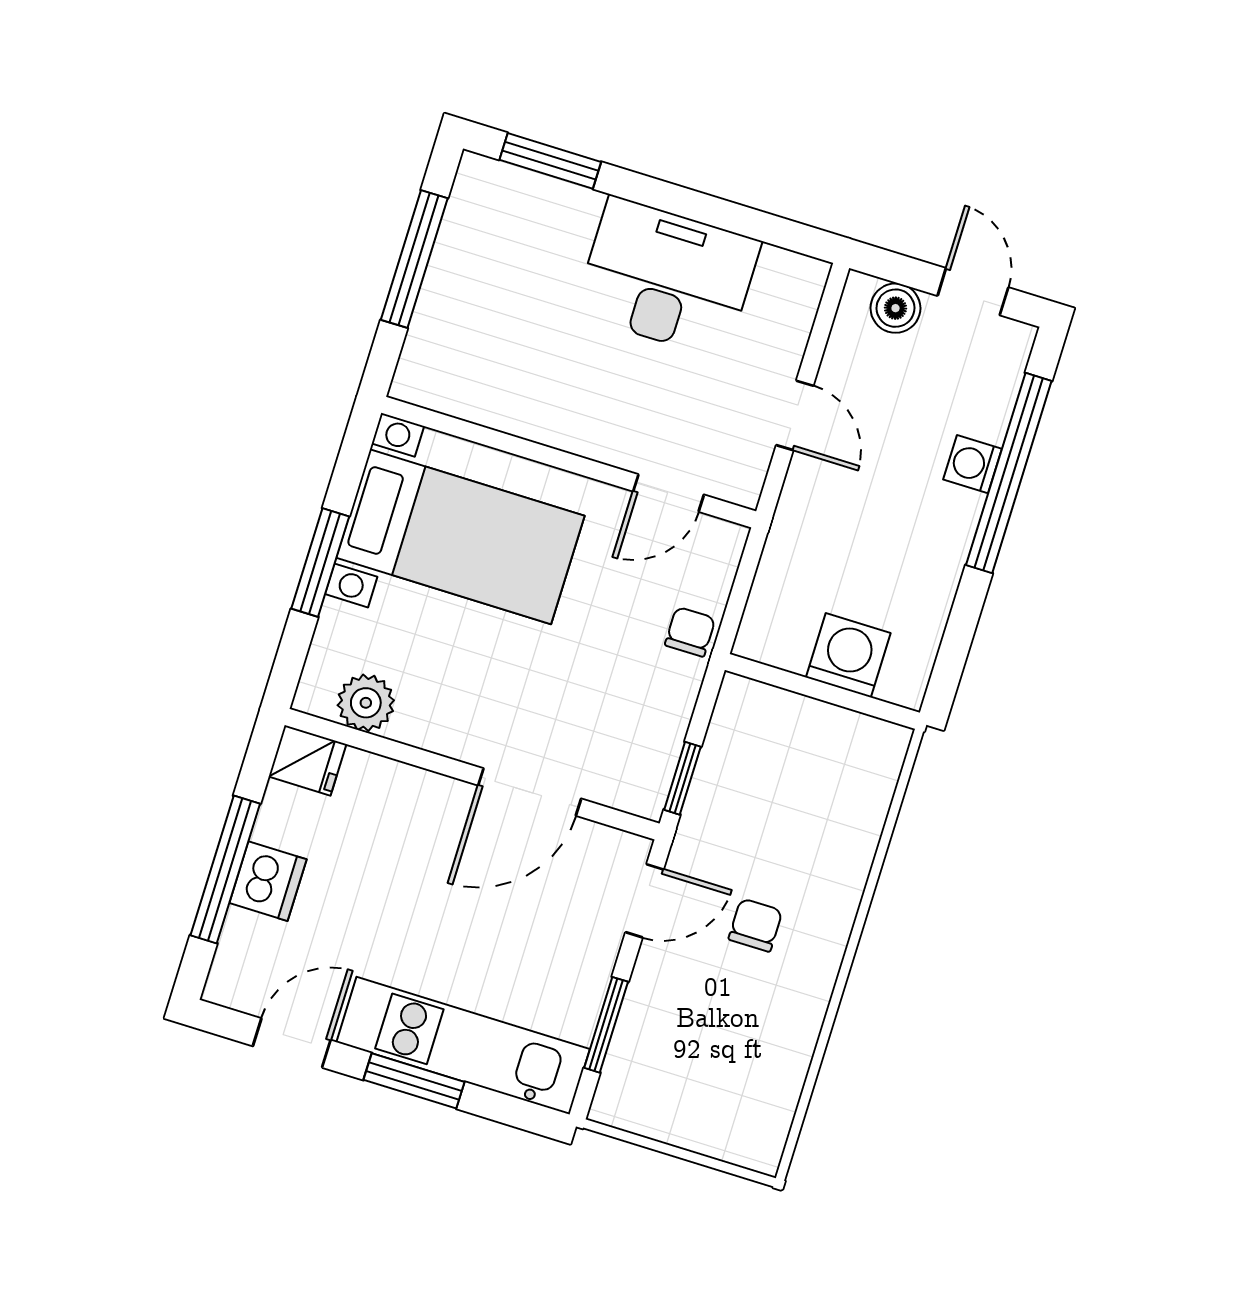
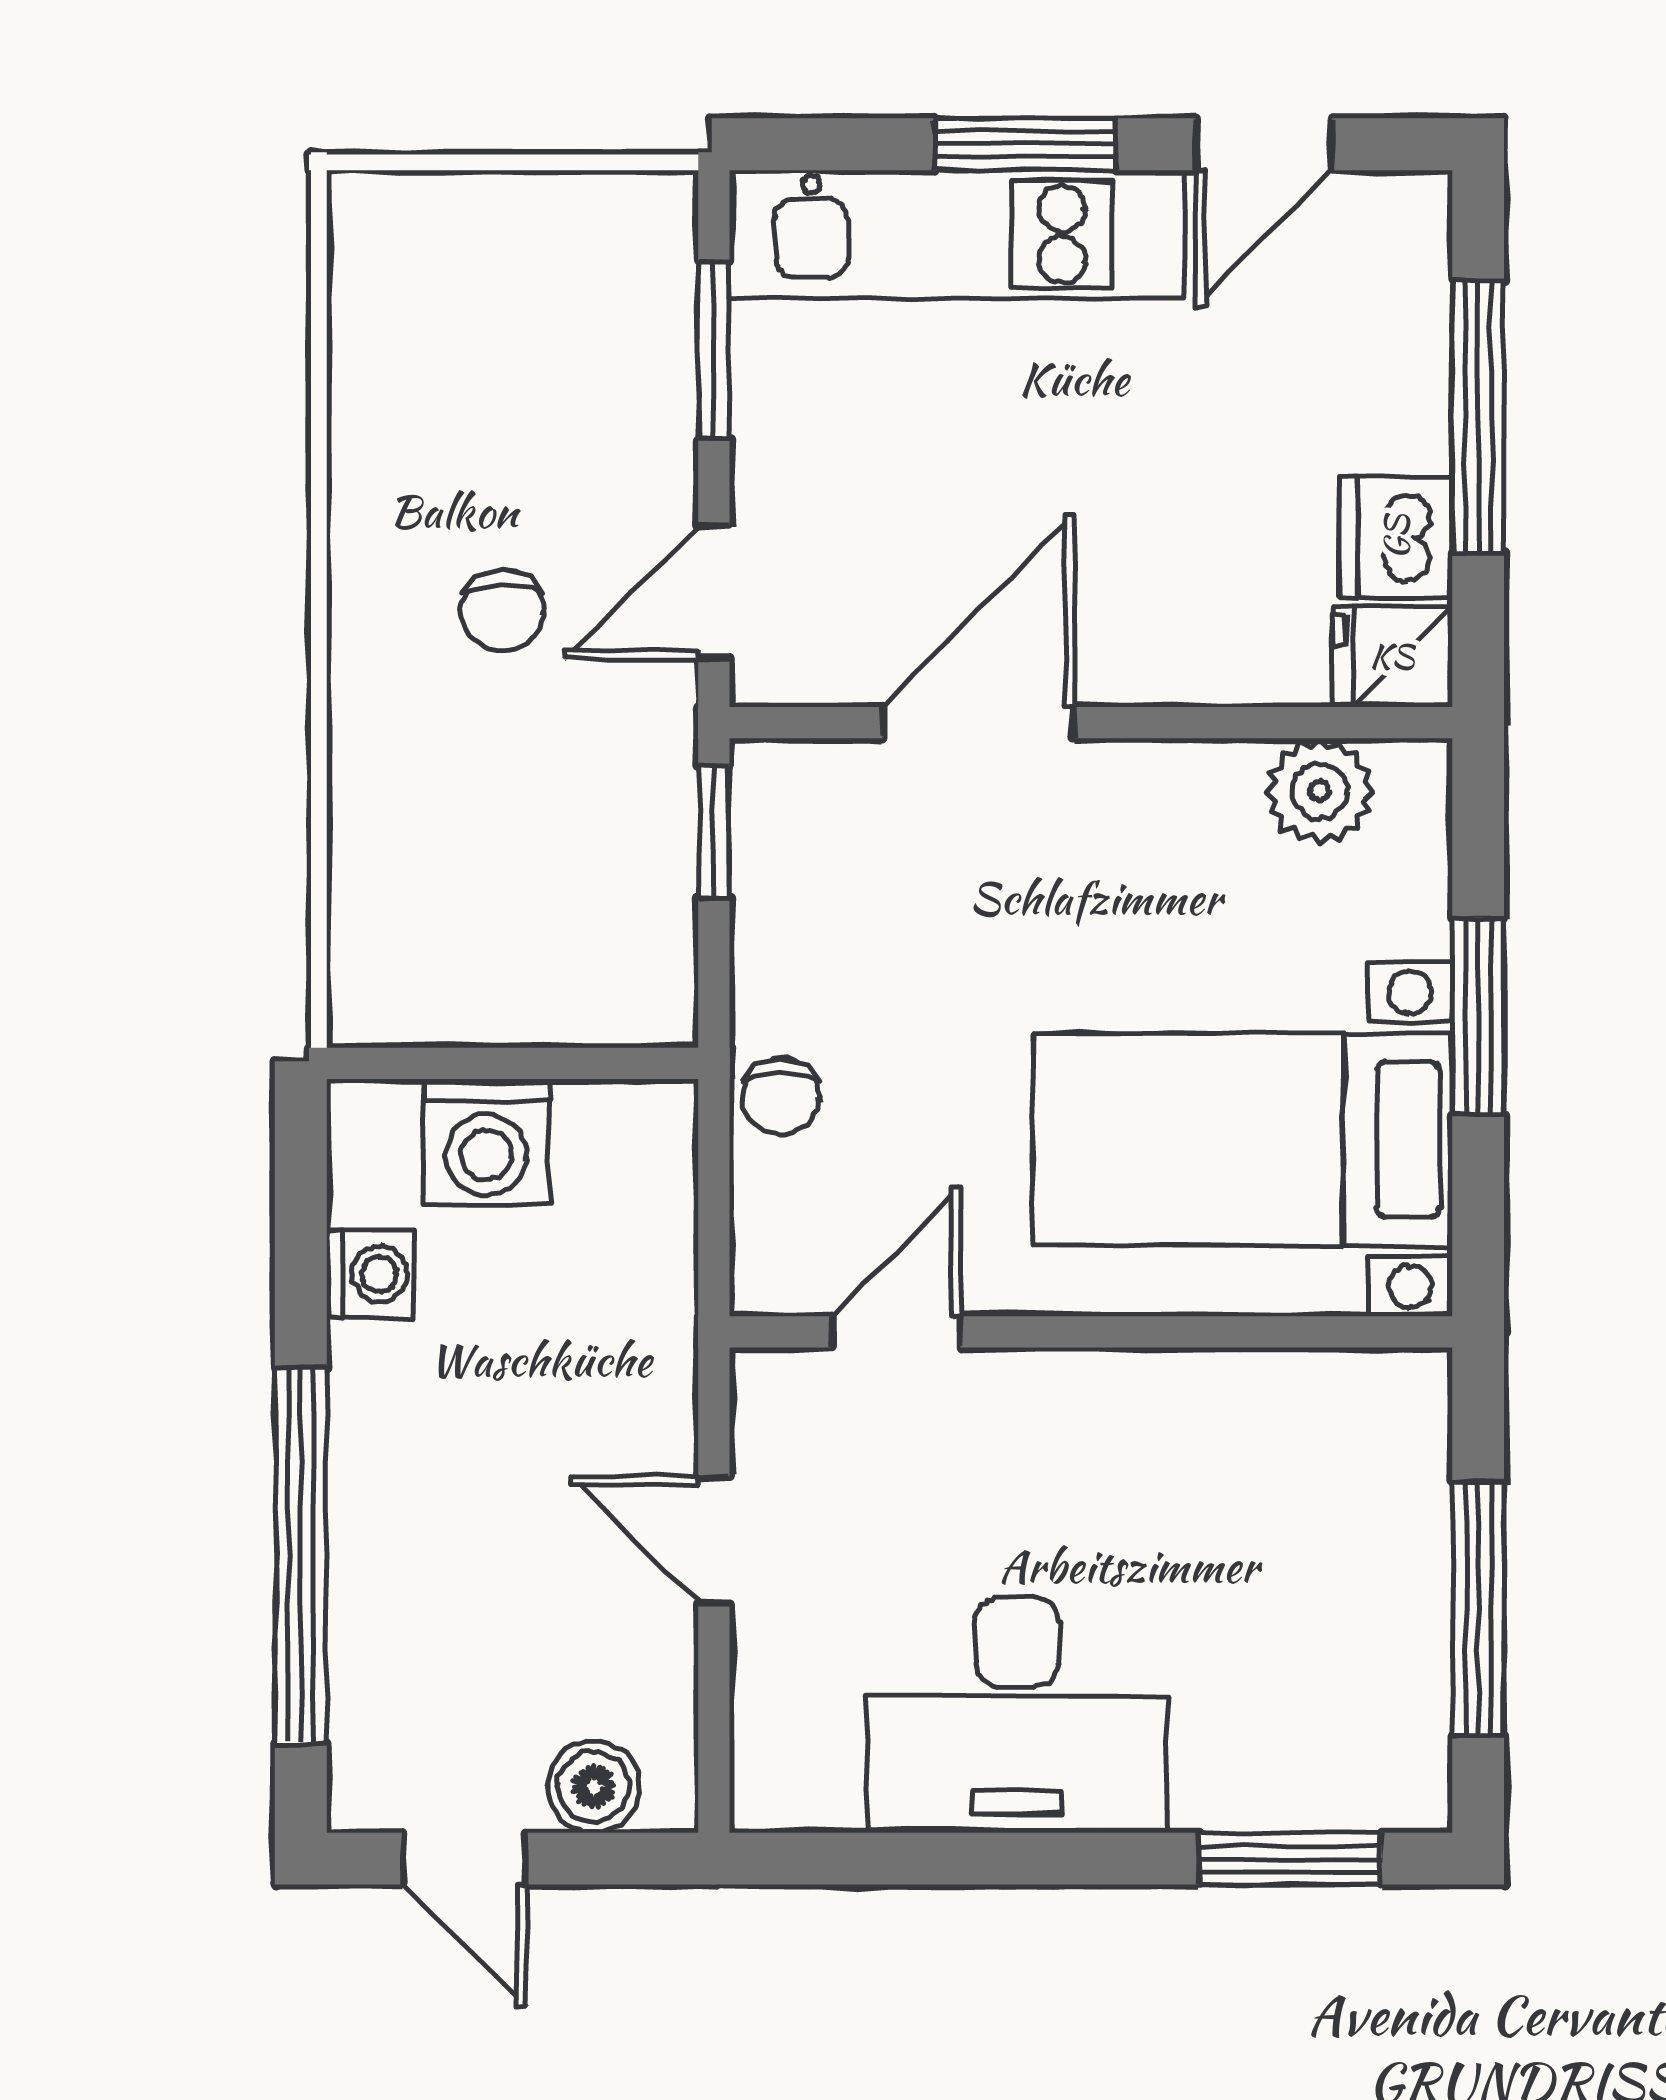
washing machine: (973, 464) -> (370, 1274), moved
dishwasher: (268, 881) -> (1396, 537), moved

